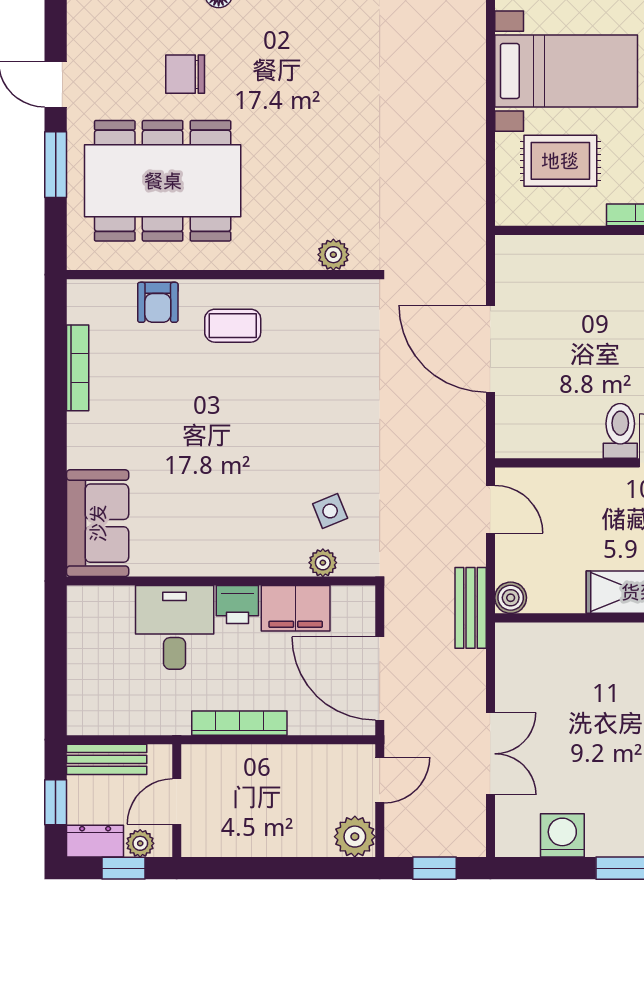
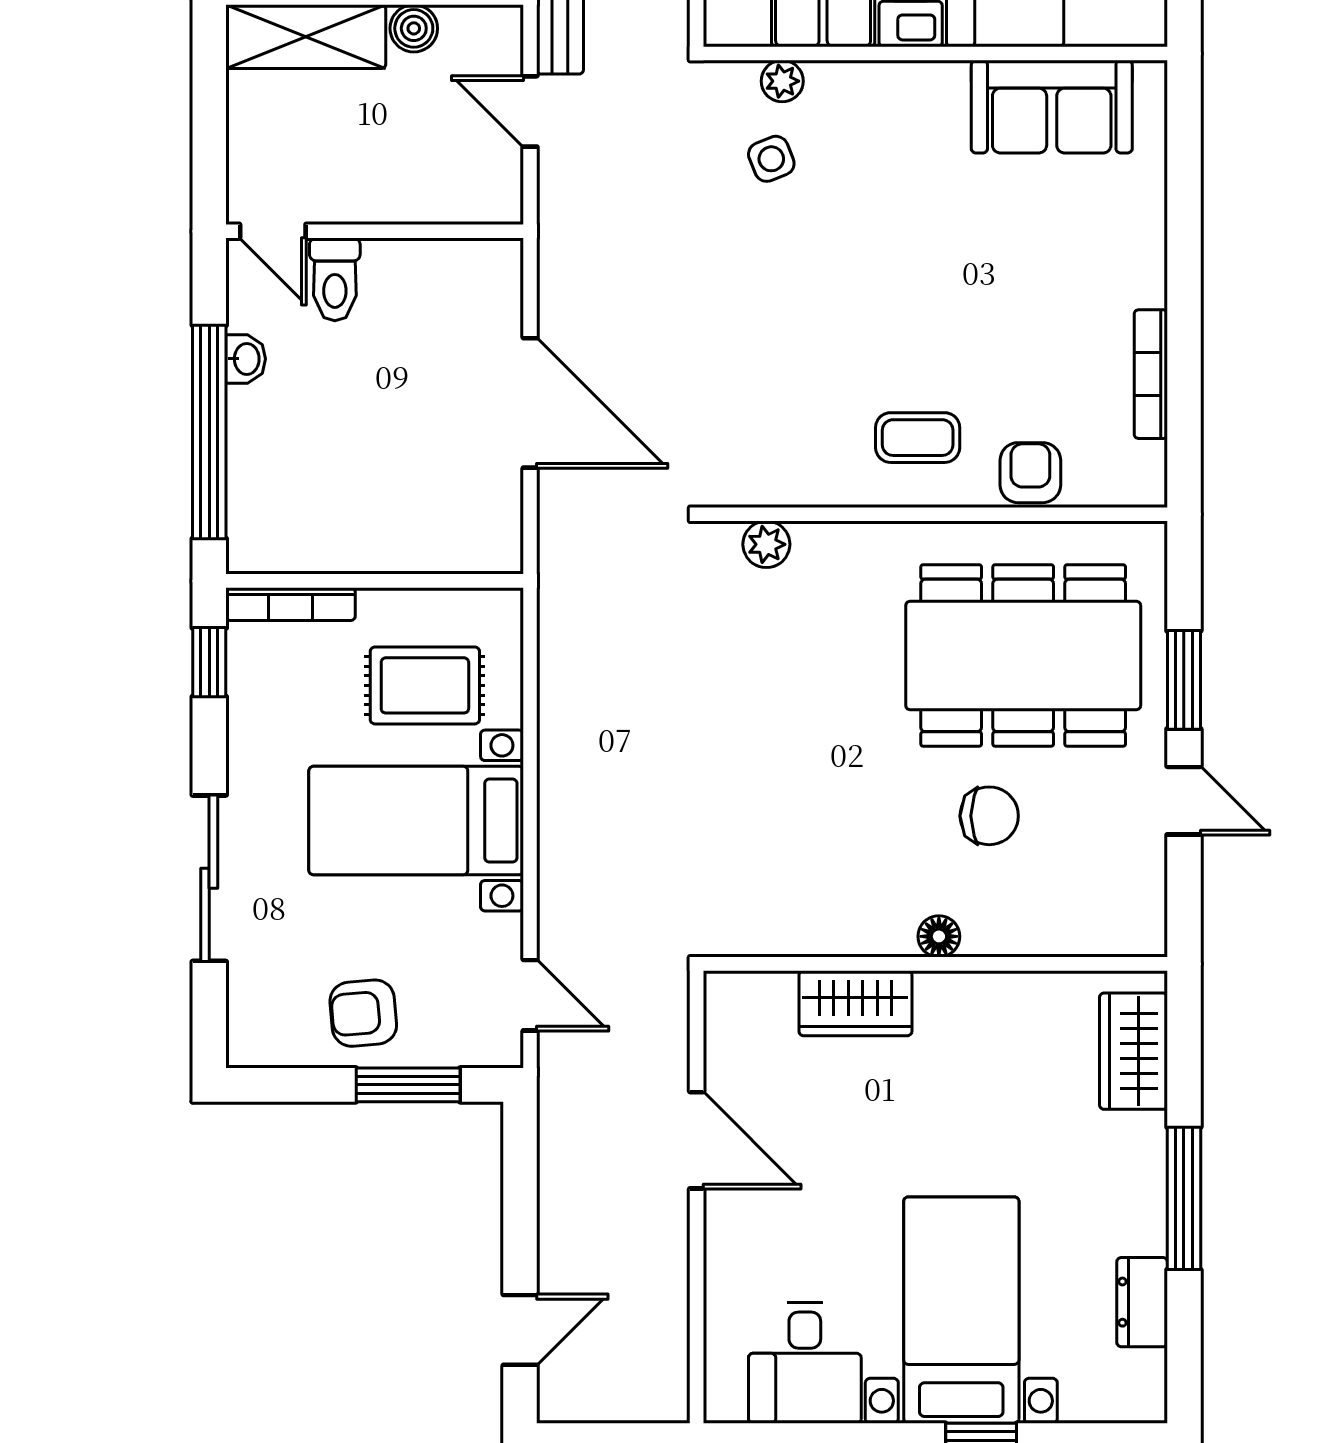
door: (490, 509) -> (530, 111), moved
sofa: (98, 523) -> (1052, 107), moved, turned -90
boiler: (511, 598) -> (414, 28), moved

